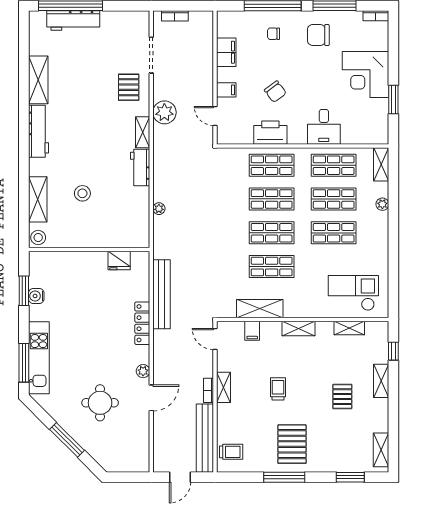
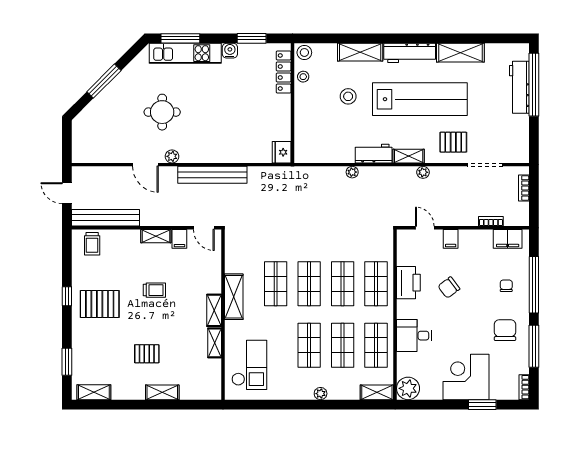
filing cabinet: (226, 52) -> (508, 239), moved
window: (393, 99) -> (482, 405), moved
plant: (164, 112) -> (423, 172), width x0.53, depth x0.53
door: (215, 116) -> (425, 228), hinge flipped
lab bench: (85, 121) -> (420, 99), added
plant: (377, 133) -> (408, 388), added
shelving: (38, 199) -> (360, 52), moved
plant: (382, 204) -> (321, 394), moved
plant: (159, 209) -> (352, 172), moved
stool: (63, 239) -> (303, 77), added
fridge: (119, 260) -> (282, 152), moved
bench: (162, 294) -> (212, 175), moved
water cooler: (36, 296) -> (230, 51), moved
shelving: (260, 309) -> (234, 297), moved
locker: (142, 323) -> (284, 72), moved, turned -90
shelving: (349, 328) -> (215, 343), moved
filing cabinet: (252, 331) -> (179, 239), moved, turned -90
door: (215, 339) -> (204, 228), swing flipped
window: (393, 351) -> (192, 405), removed
bookcase: (209, 390) -> (491, 221), moved
round table: (100, 403) -> (162, 112), moved
window: (284, 477) -> (67, 296), width x0.46

